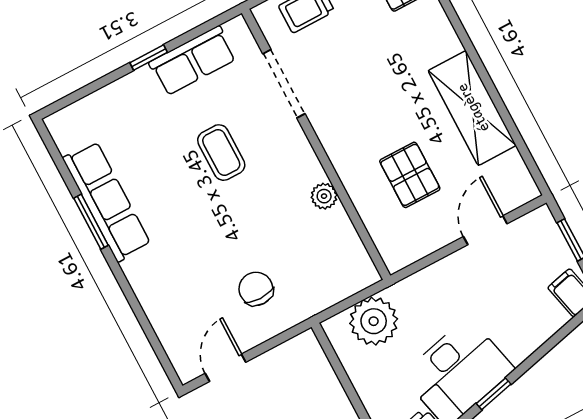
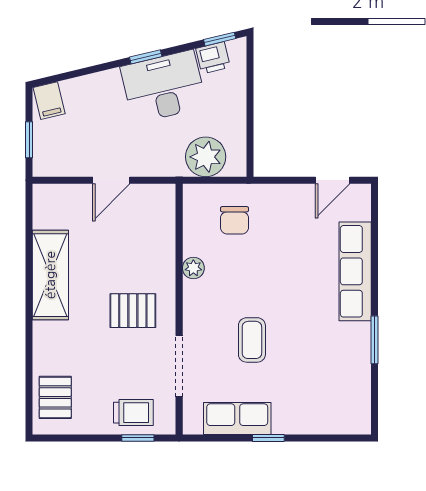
pallet: (410, 175) -> (133, 311), moved, turned 90
row of seats: (107, 201) -> (355, 271), moved
door: (485, 230) -> (111, 180), moved
chair: (256, 289) -> (235, 220), moved

